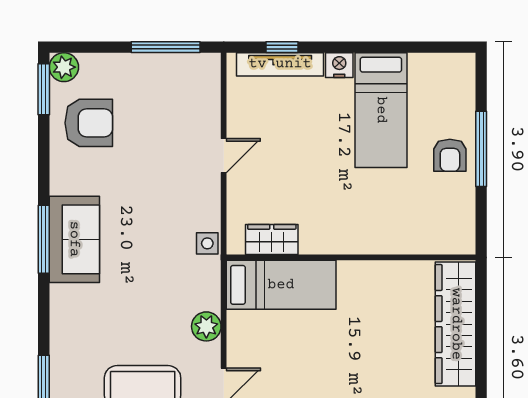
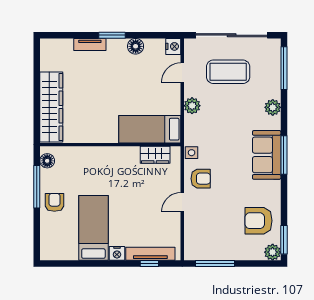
window: (481, 149) -> (37, 187), moved
armchair: (191, 197) -> (201, 179), added
floor lamp: (463, 229) -> (47, 161), added
plant: (64, 323) -> (273, 107), added

